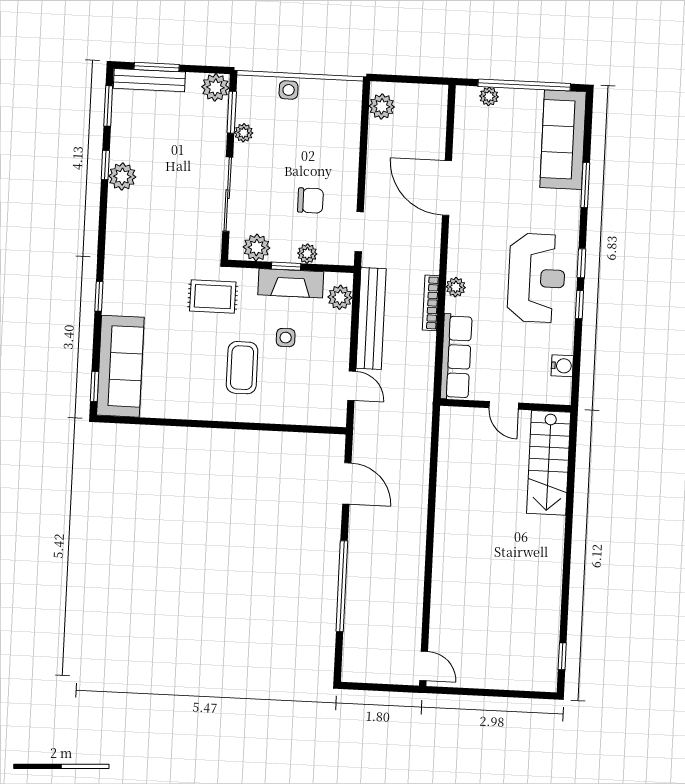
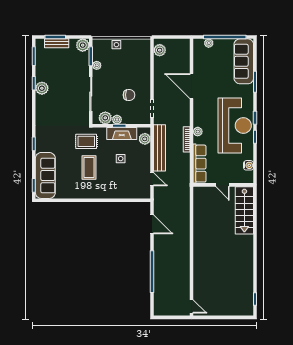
bench: (149, 80) -> (57, 43), width x0.73
plant: (307, 254) -> (117, 120), moved
reception desk: (536, 278) -> (235, 126), width x1.36, depth x1.30
coffee table: (242, 368) -> (89, 167), moved

